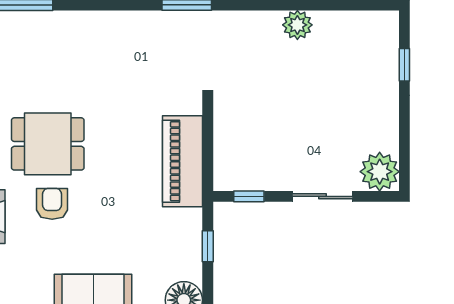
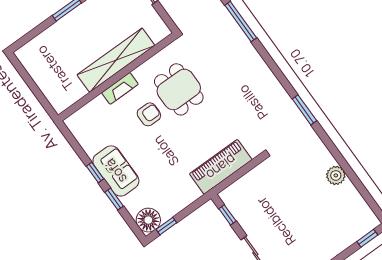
window: (404, 65) -> (367, 238), moved
window: (208, 246) -> (166, 226), moved

